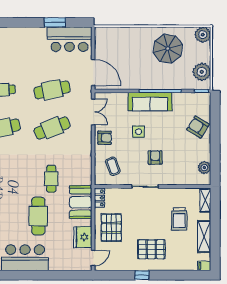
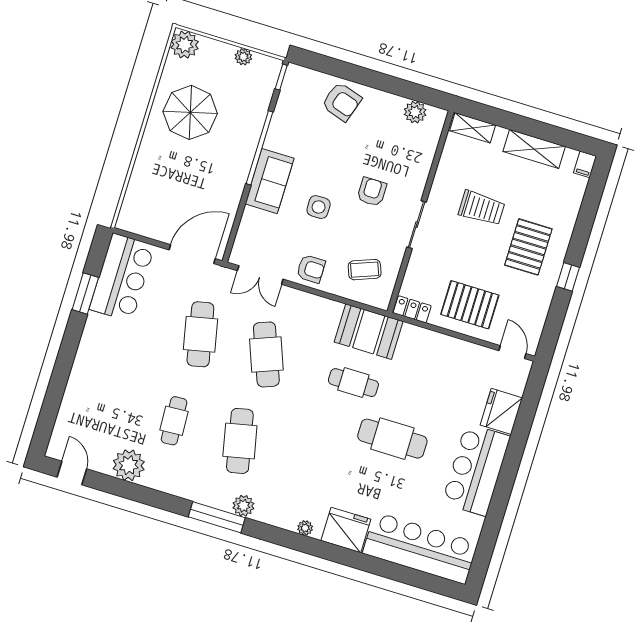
plant: (202, 72) -> (243, 57), width x0.53, depth x0.53
sofa: (150, 102) -> (269, 181), width x0.73
double door: (93, 112) -> (260, 275), swing flipped
armchair: (198, 127) -> (342, 102), turned -104
armchair: (105, 138) -> (311, 269), turned 90
armchair: (155, 157) -> (372, 192), turned 90
booth: (81, 202) -> (369, 332), moved
cafe table: (38, 216) -> (392, 439), moved
trolley: (179, 219) -> (482, 208), moved
fridge: (83, 237) -> (501, 411), moved, turned 90

